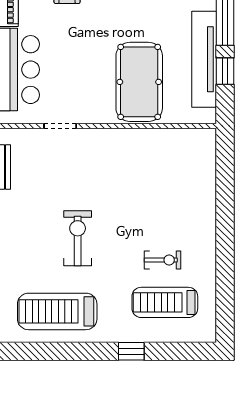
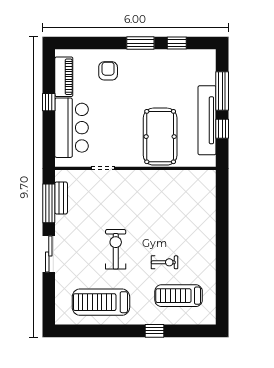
exercise bike: (163, 260) -> (165, 262), moved

